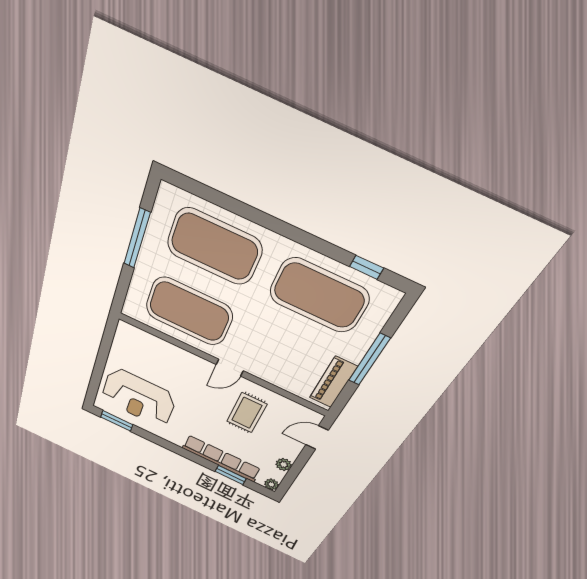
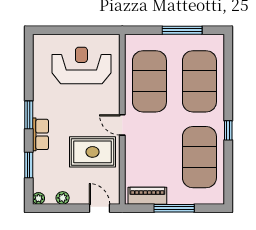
window: (367, 267) -> (228, 130), moved
reception desk: (138, 398) -> (81, 66), moved, turned 90
rug: (247, 413) -> (92, 152), width x1.36, depth x1.43
window: (117, 421) -> (29, 115), moved
row of seats: (221, 459) -> (40, 134), width x0.50

